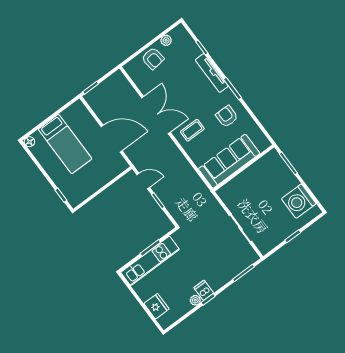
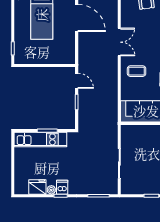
double door: (156, 115) -> (119, 42), width x0.73
door: (112, 139) -> (77, 18), moved
fridge: (156, 306) -> (37, 187), moved, turned -90

